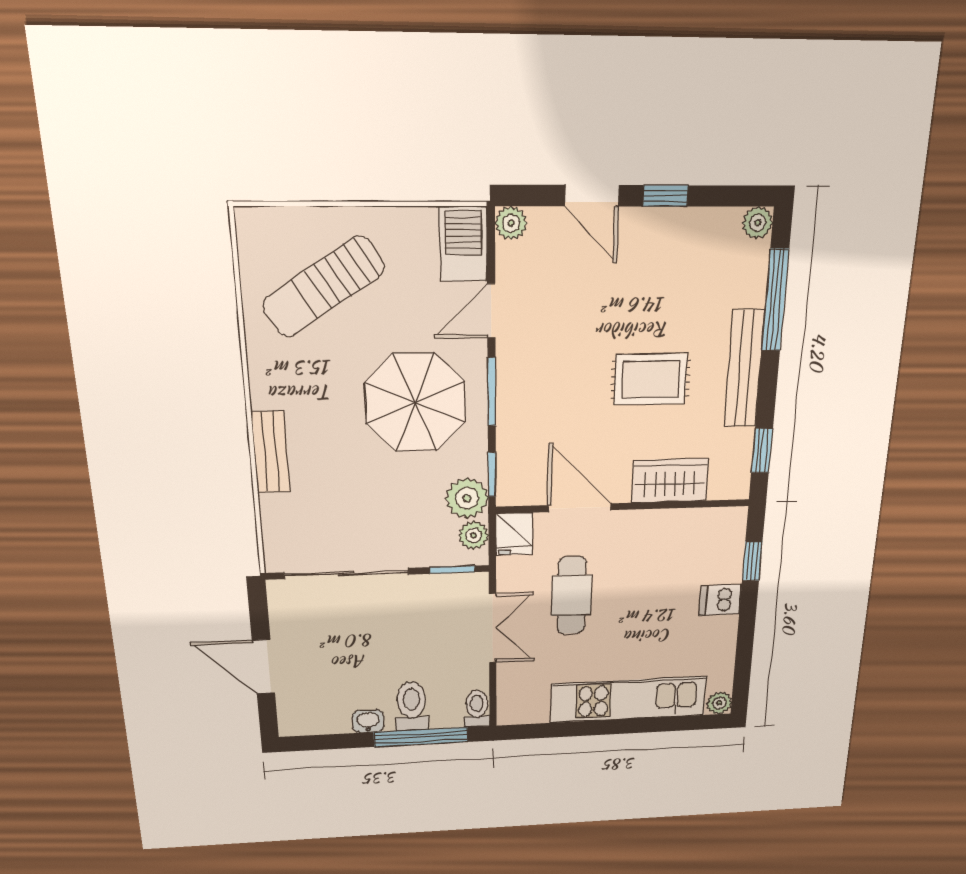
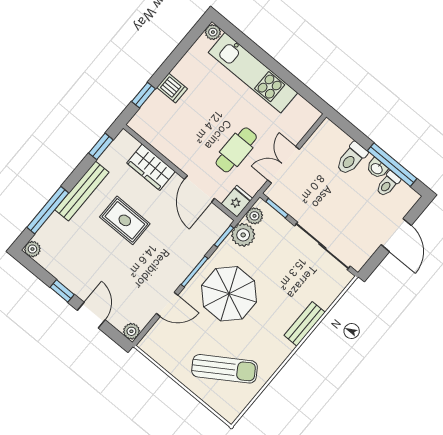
barbecue: (463, 244) -> (157, 339), removed
toilet: (477, 708) -> (388, 184), moved
window: (421, 737) -> (392, 165), moved

